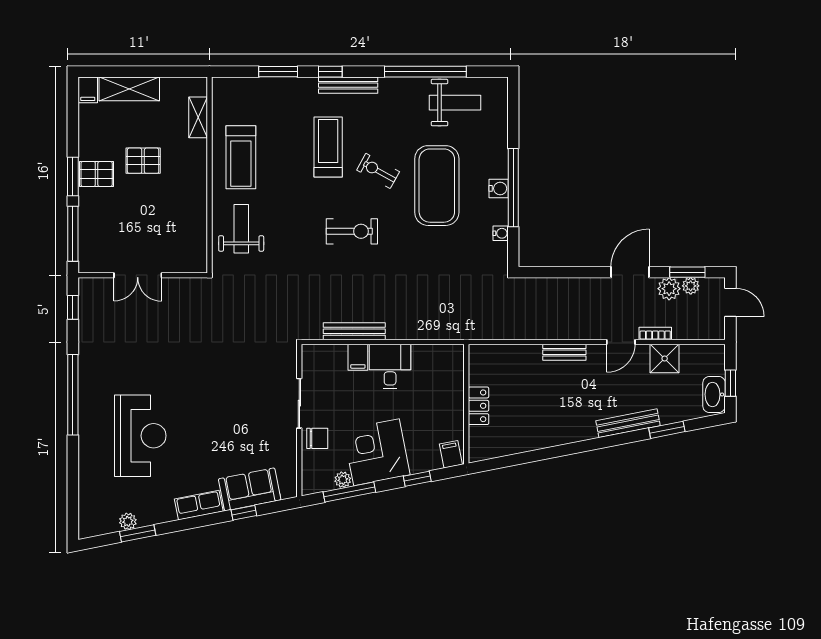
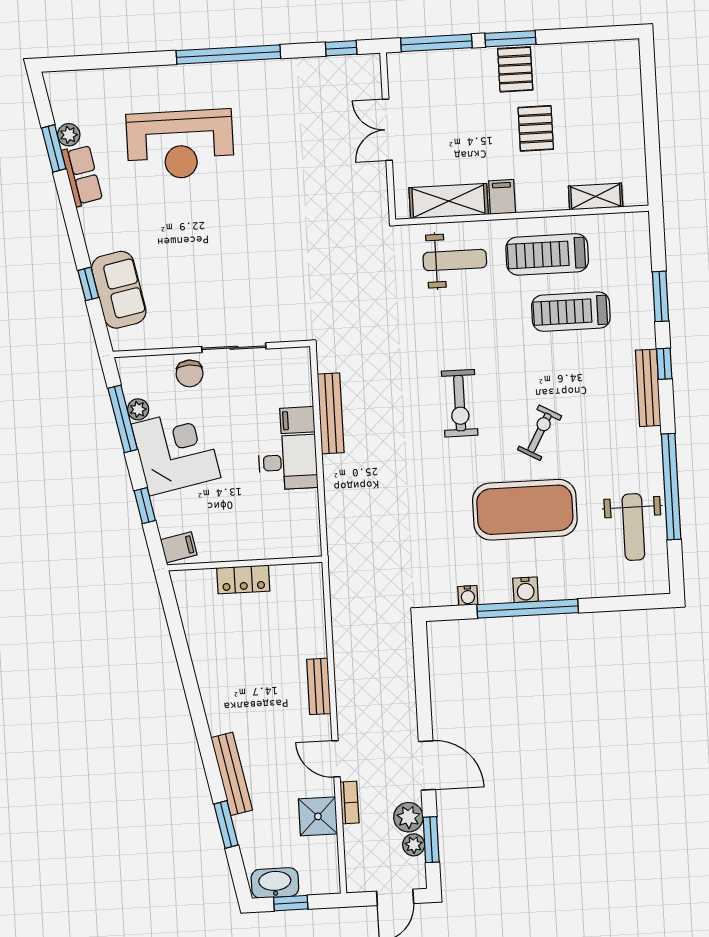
shelving: (129, 89) -> (449, 201), moved, turned 90
filing cabinet: (88, 90) -> (502, 197), moved, turned 90
treadmill: (328, 147) -> (571, 312), moved, turned 180
row of seats: (199, 505) -> (82, 175), moved

